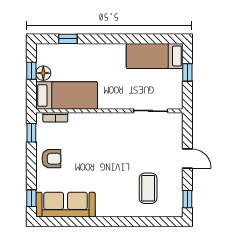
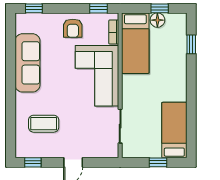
corner sofa: (100, 134) -> (97, 76), added
sofa: (66, 205) -> (27, 63), moved

